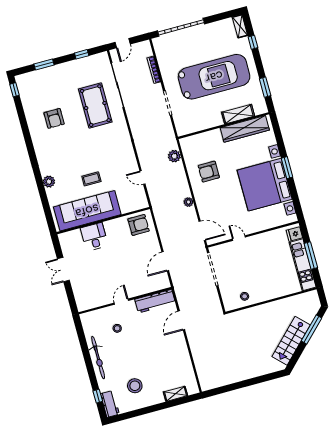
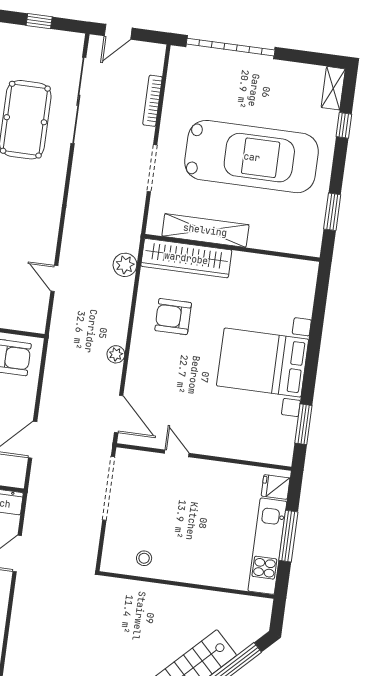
shelving: (238, 114) -> (205, 230), moved, width x1.47
wardrobe: (245, 129) -> (186, 258), moved
window: (287, 168) -> (303, 424), moved
bed with nightstands: (265, 185) -> (263, 363), width x0.73

